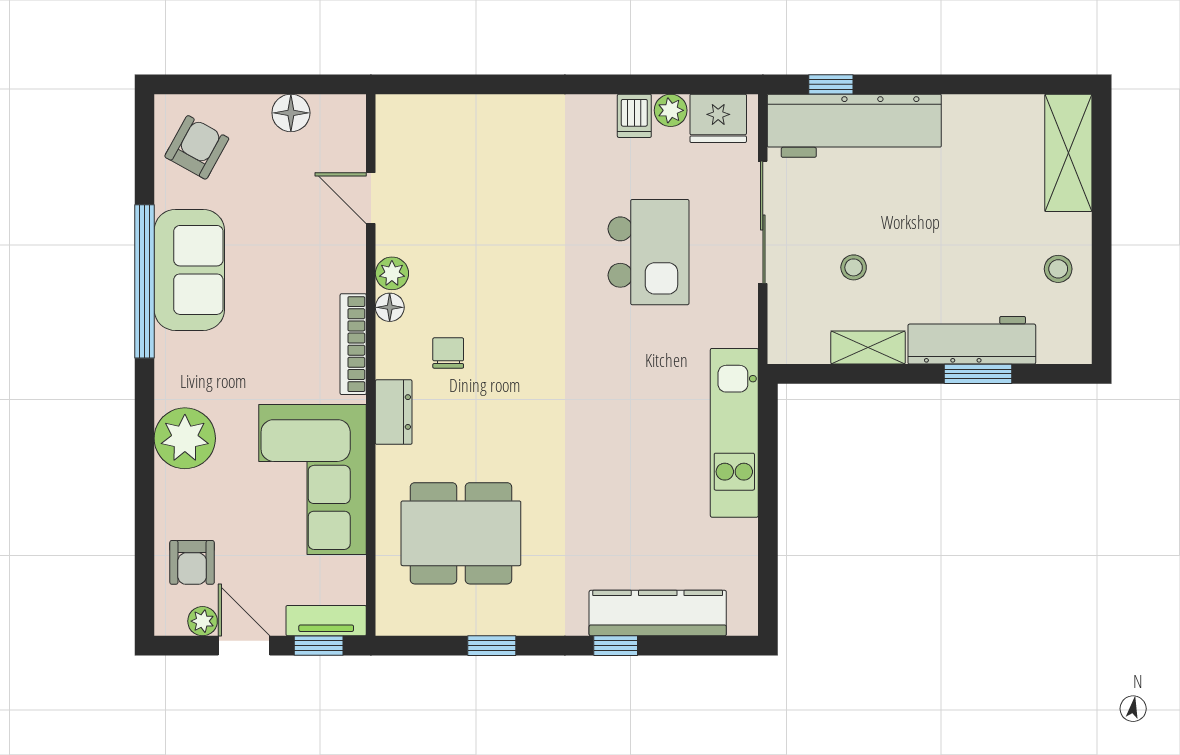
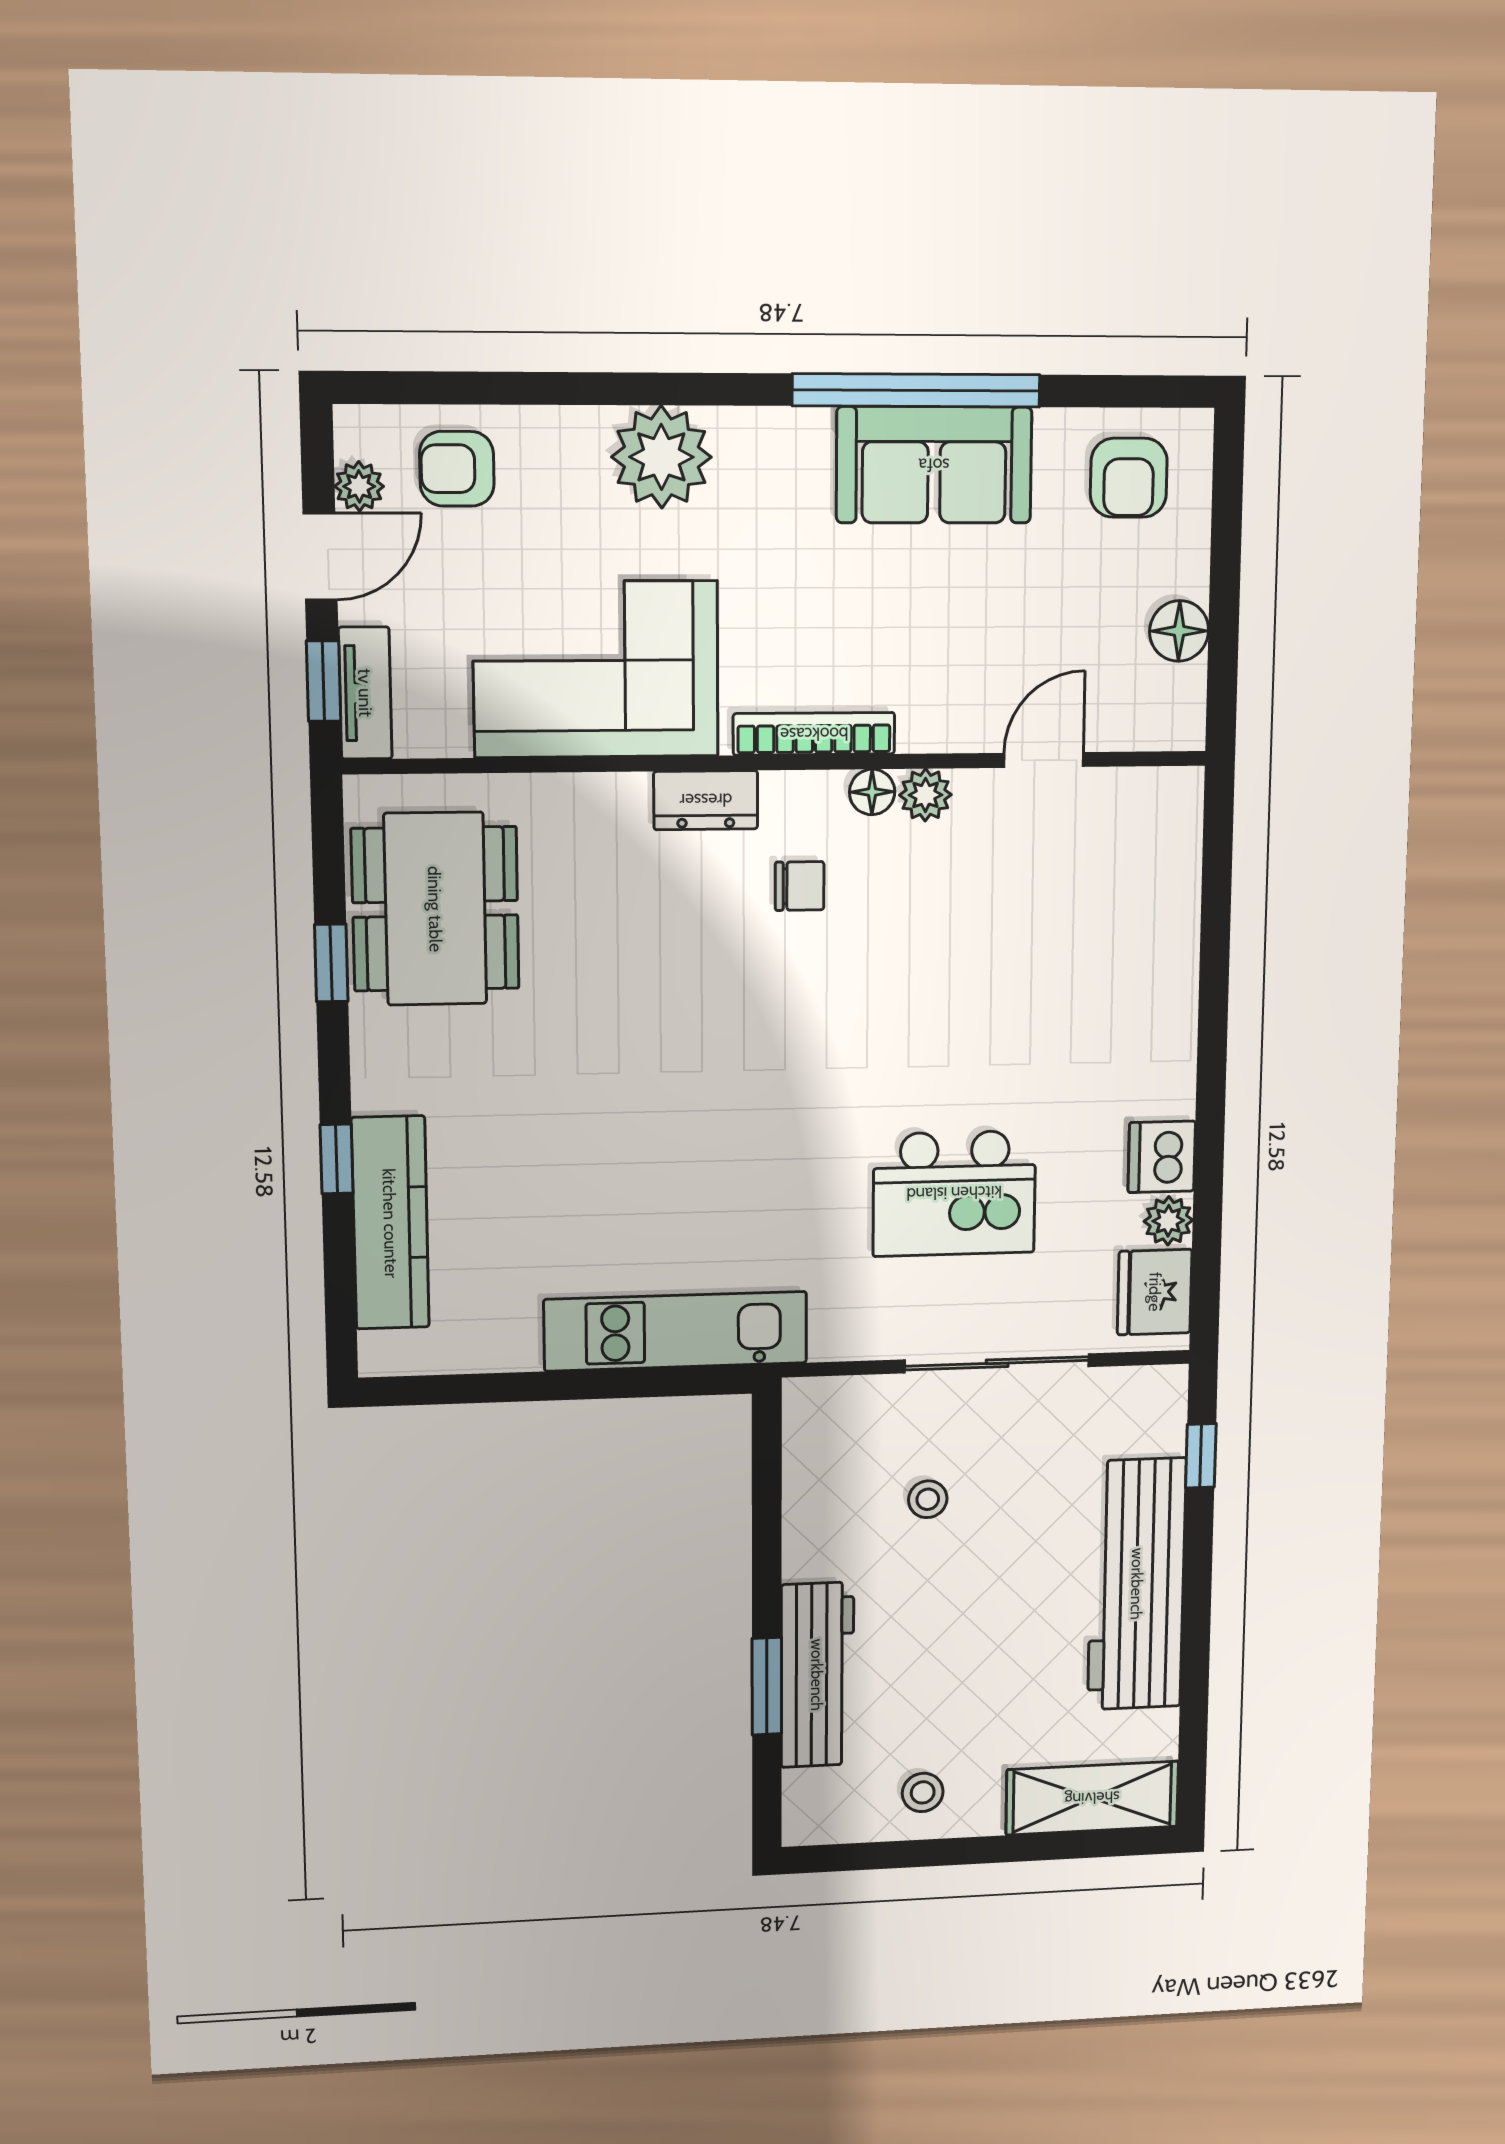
dishwasher: (634, 116) -> (1162, 1157), width x1.38
workbench: (854, 126) -> (1137, 1584), moved
armchair: (197, 147) -> (1129, 478), turned 61
shelving: (868, 348) -> (807, 1525), removed
dining table: (461, 533) -> (435, 909), moved

